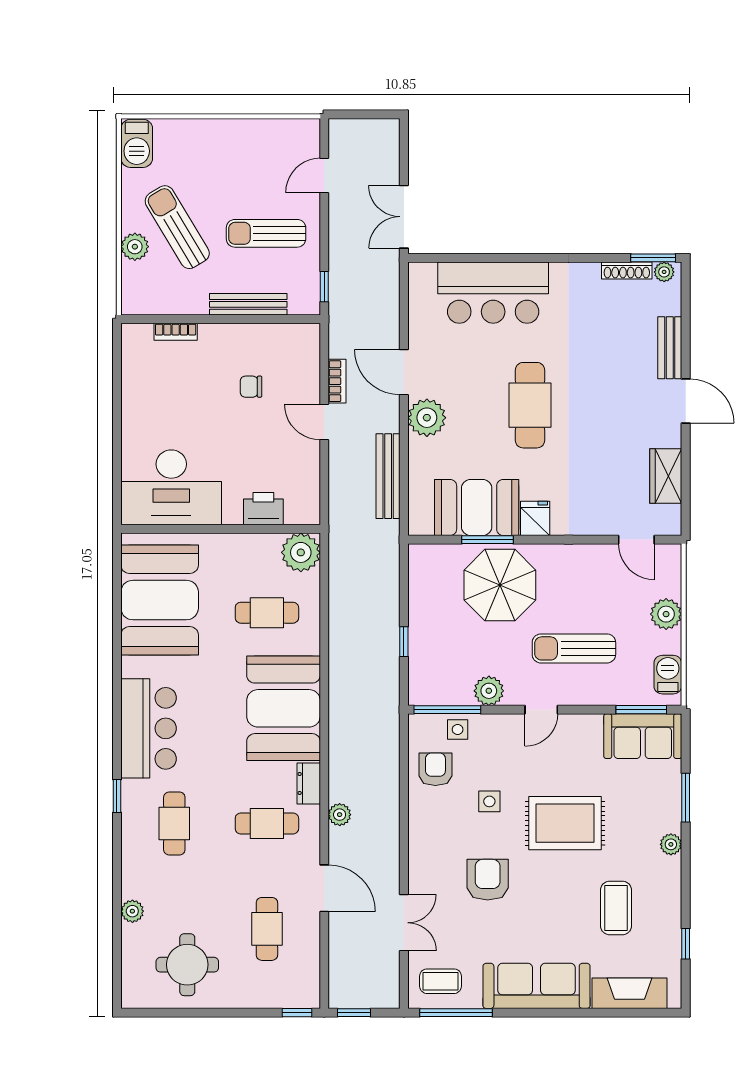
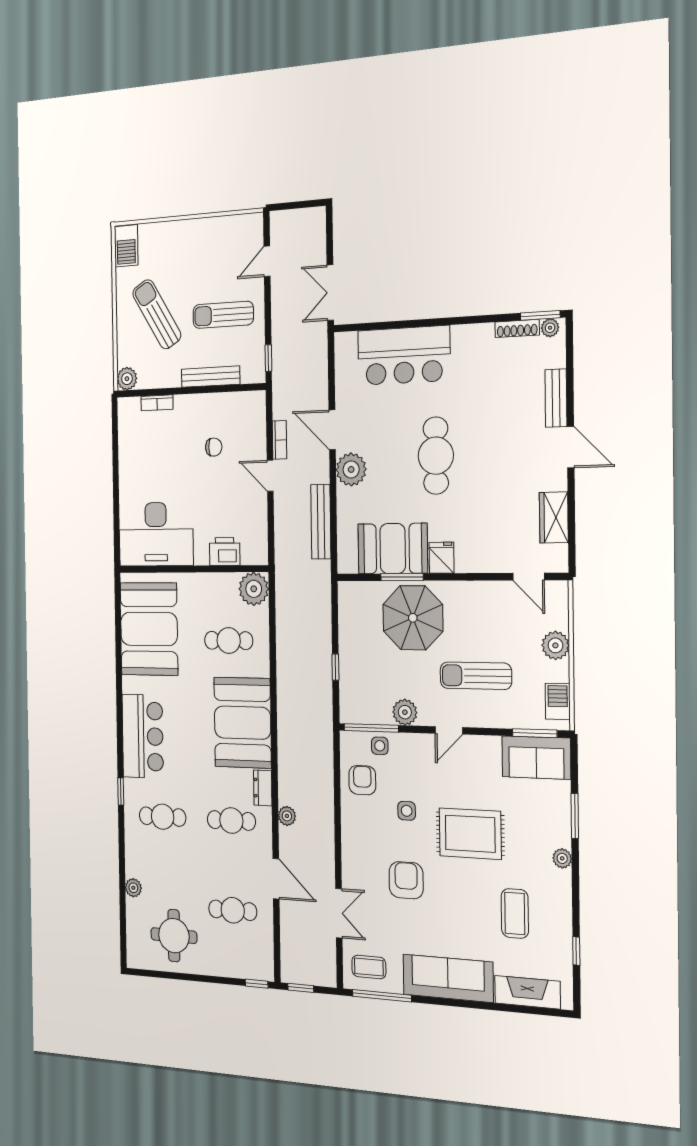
plant: (135, 247) -> (127, 379), moved
chair: (251, 387) -> (214, 447), turned 180
cafe table: (174, 823) -> (163, 817), turned 90
cafe table: (267, 929) -> (233, 910), turned 90

